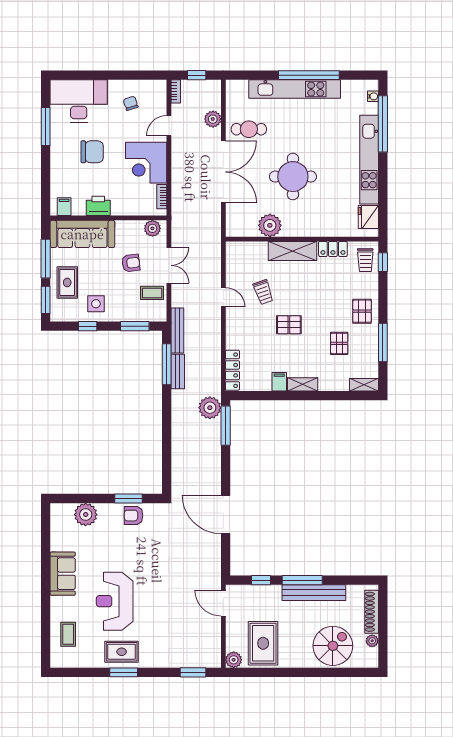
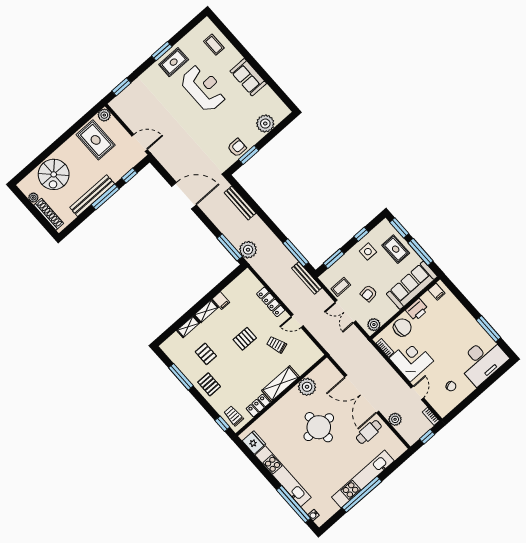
chair: (92, 152) -> (402, 327), moved, turned 180
locker: (232, 370) -> (271, 302), moved
bench: (178, 372) -> (240, 203), moved, width x1.36
shelving: (364, 385) -> (188, 327), moved

